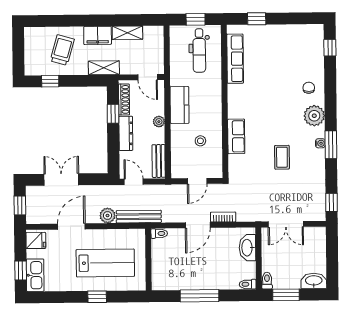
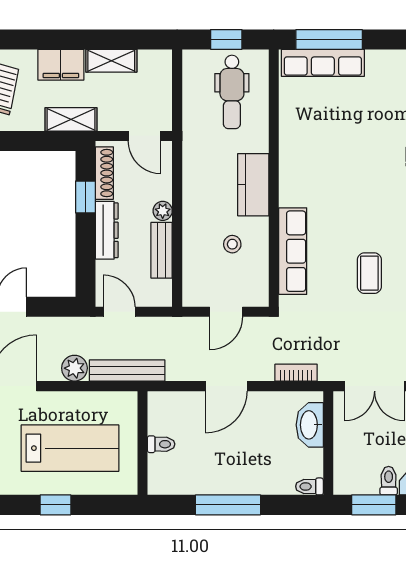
window: (257, 19) -> (329, 39), width x2.17
row of seats: (235, 59) -> (323, 63), moved, turned 90
kitchen counter: (179, 105) -> (253, 185), moved, turned 180
row of seats: (236, 136) -> (293, 251), width x1.48
bench: (159, 161) -> (162, 250), moved
bookcase: (223, 217) -> (296, 373), moved
toilet: (159, 233) -> (161, 444), moved
toilet: (267, 281) -> (389, 481), moved

